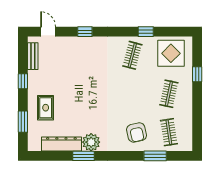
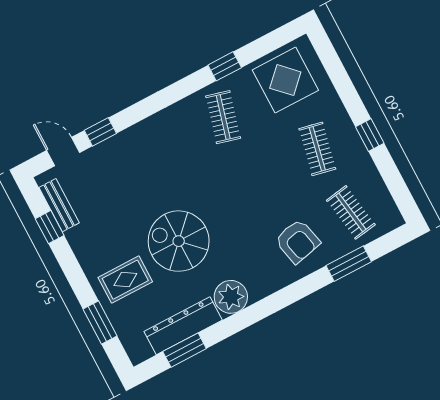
window: (85, 32) -> (100, 132), moved
window: (197, 74) -> (370, 135), moved
window: (23, 81) -> (50, 227), moved
spiral stairs: (80, 103) -> (179, 241), added
rug: (46, 108) -> (125, 280), turned 90
window: (84, 156) -> (185, 350), moved

